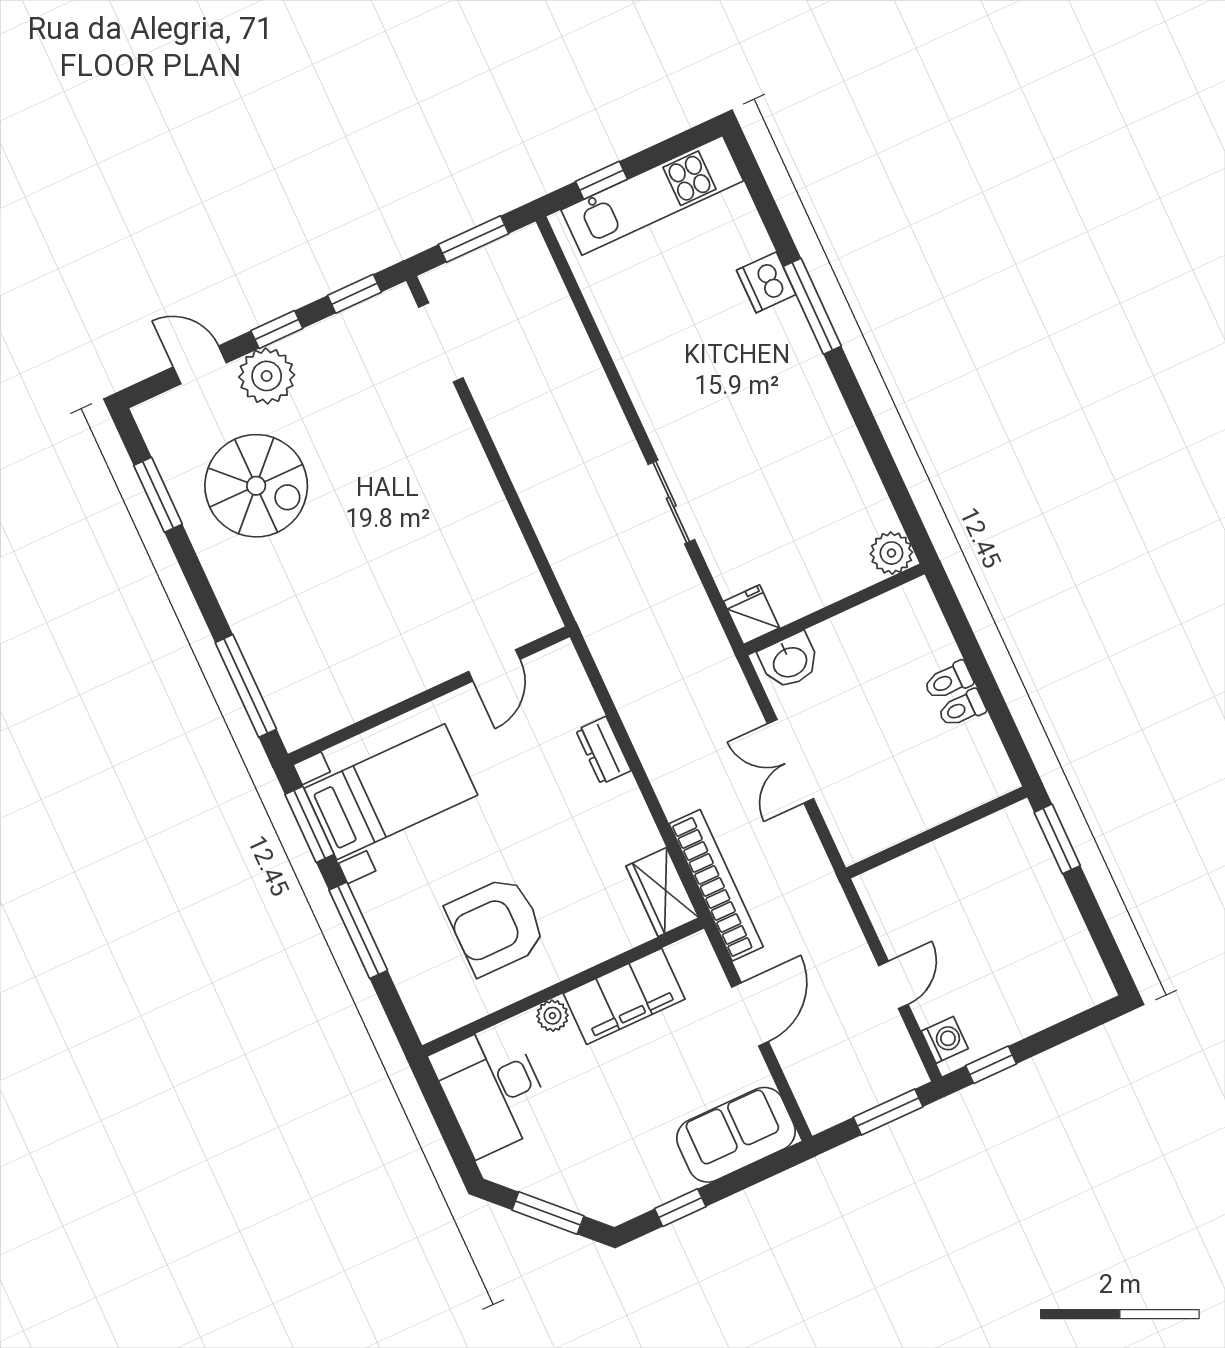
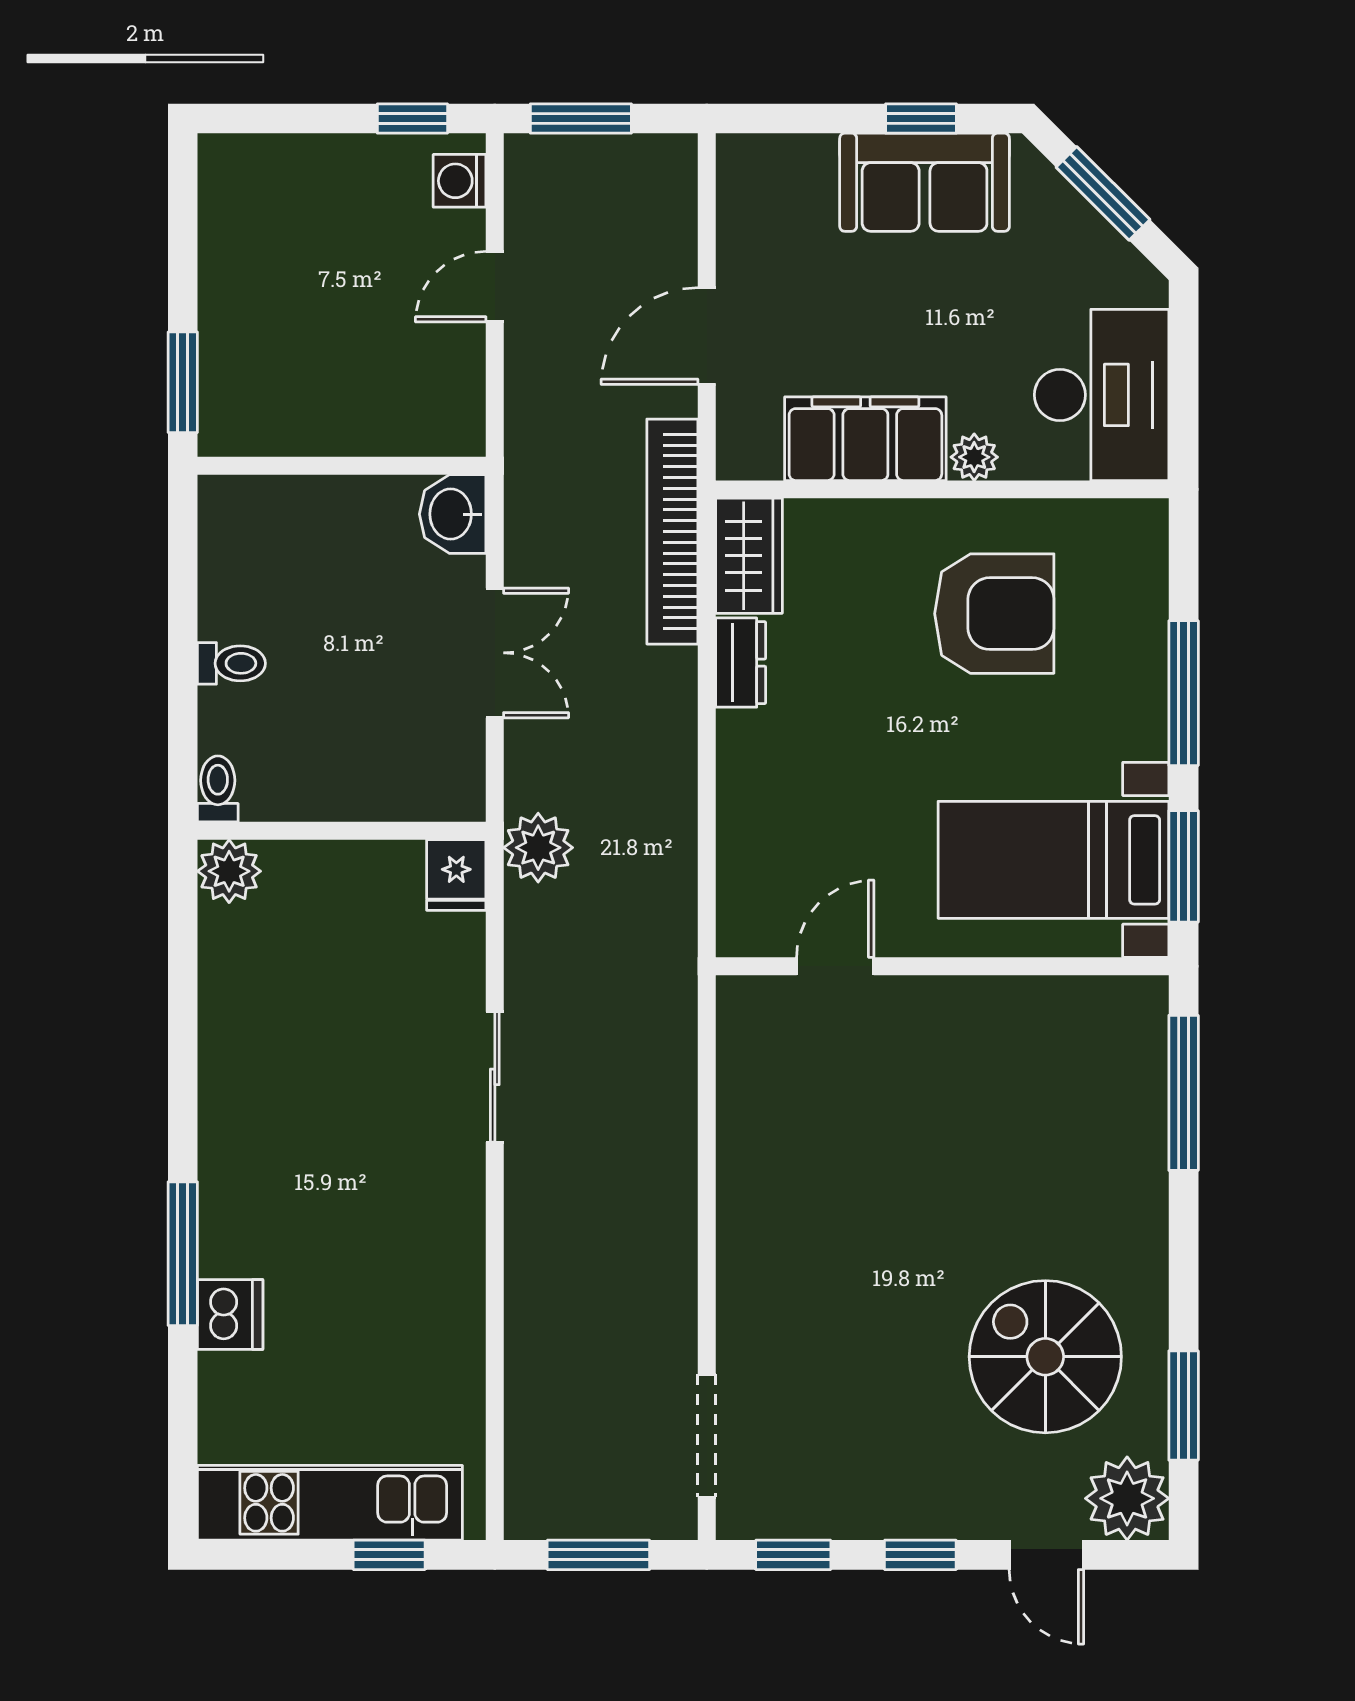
plant: (267, 376) -> (1127, 1498), moved
plant: (709, 654) -> (538, 848), added
washbasin: (790, 661) -> (453, 514), moved, turned -90
toilet: (962, 708) -> (218, 789), moved, turned -90
dresser: (603, 750) -> (741, 663), moved
sofa: (736, 1135) -> (925, 182), moved

